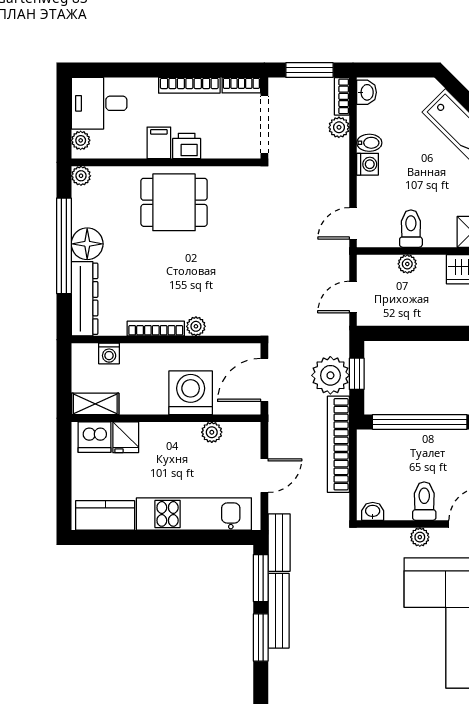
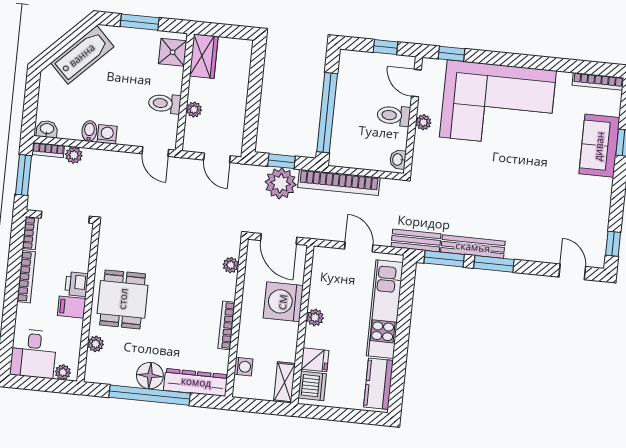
plant: (81, 176) -> (96, 344), moved
plant: (196, 326) -> (231, 265), moved
plant: (212, 432) -> (315, 317), moved

